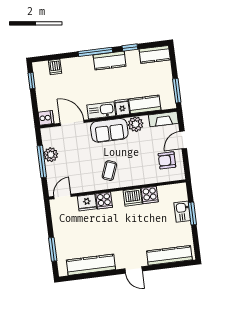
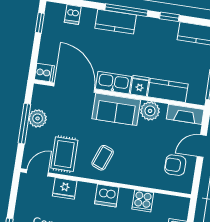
kitchen counter: (110, 61) -> (116, 22), moved
door: (72, 123) -> (74, 88), width x1.36
rug: (79, 176) -> (64, 154), added
dishwasher: (133, 197) -> (107, 196), moved
cooker: (104, 201) -> (86, 192), removed

